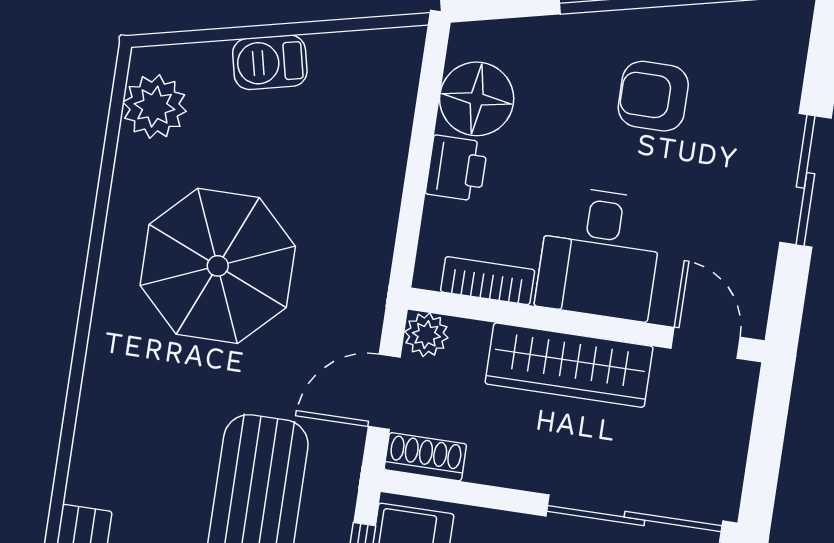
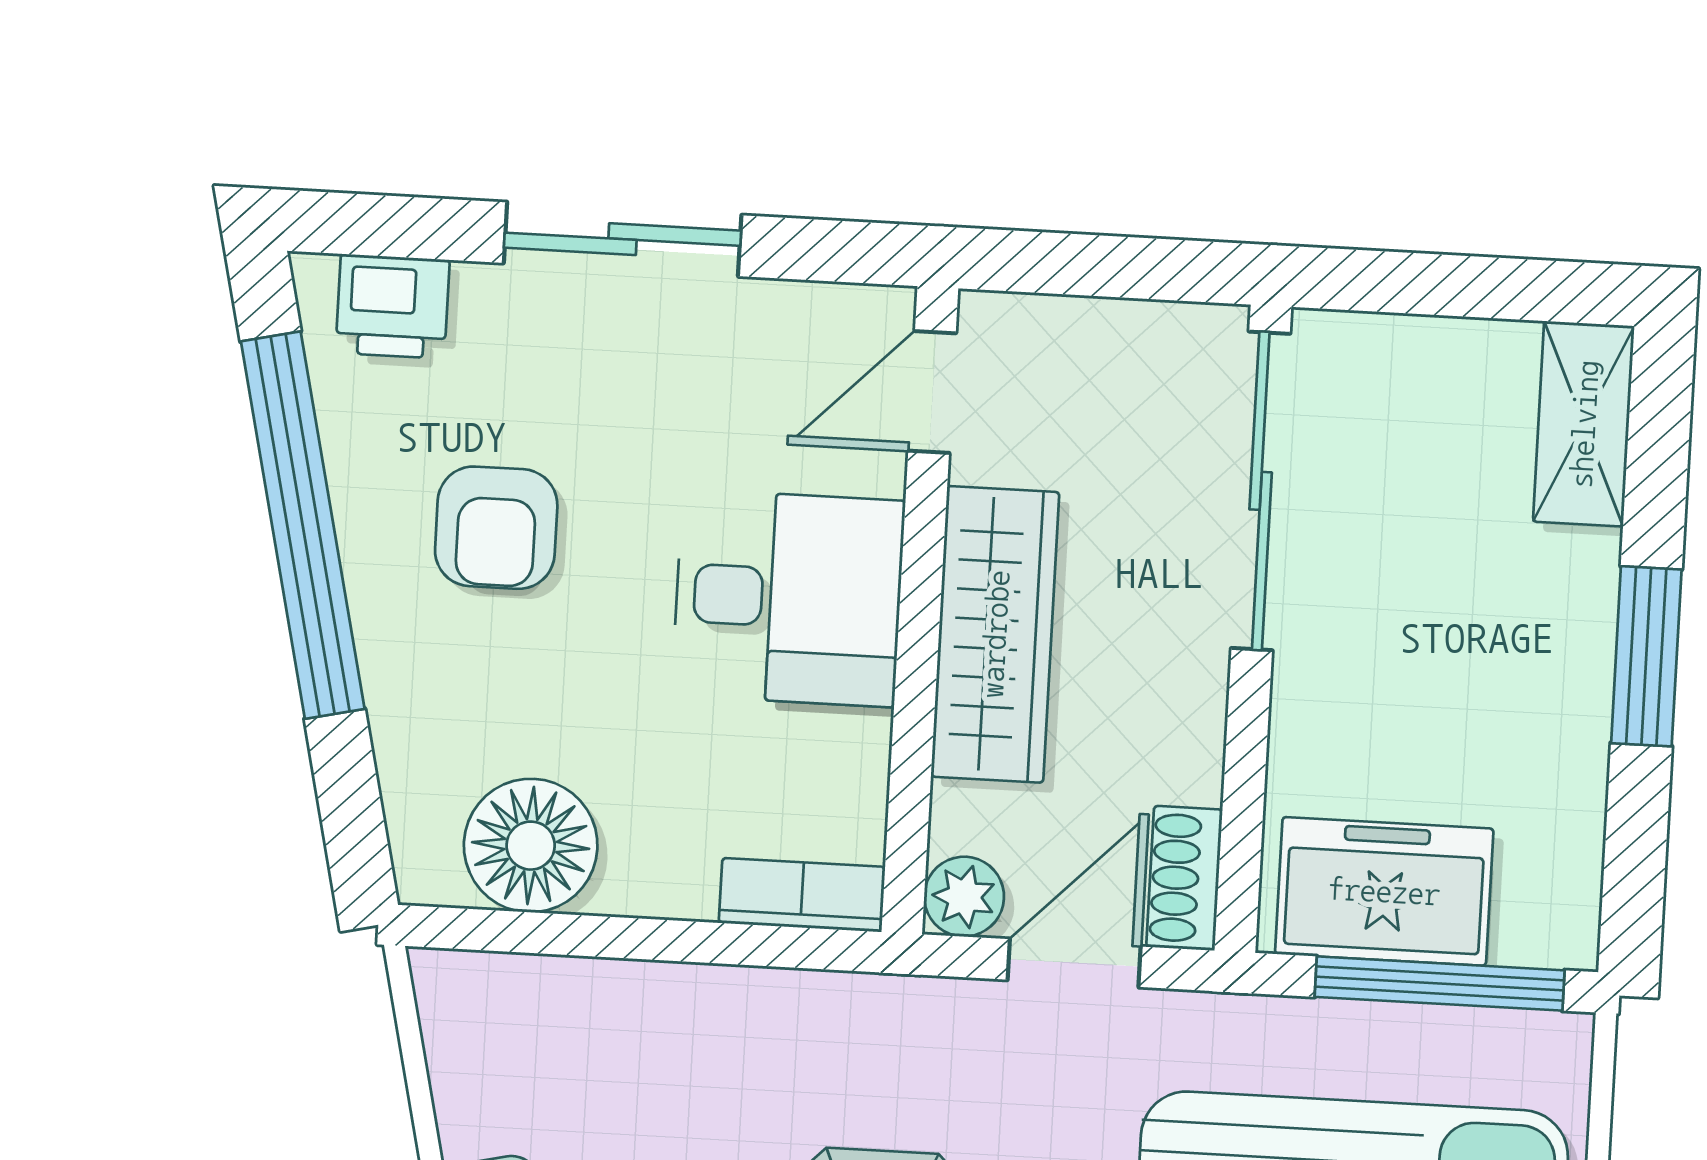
printer: (457, 168) -> (393, 306), moved, turned 180
bookcase: (488, 281) -> (802, 895), moved, turned 90
door: (384, 392) -> (1074, 963), swing flipped

